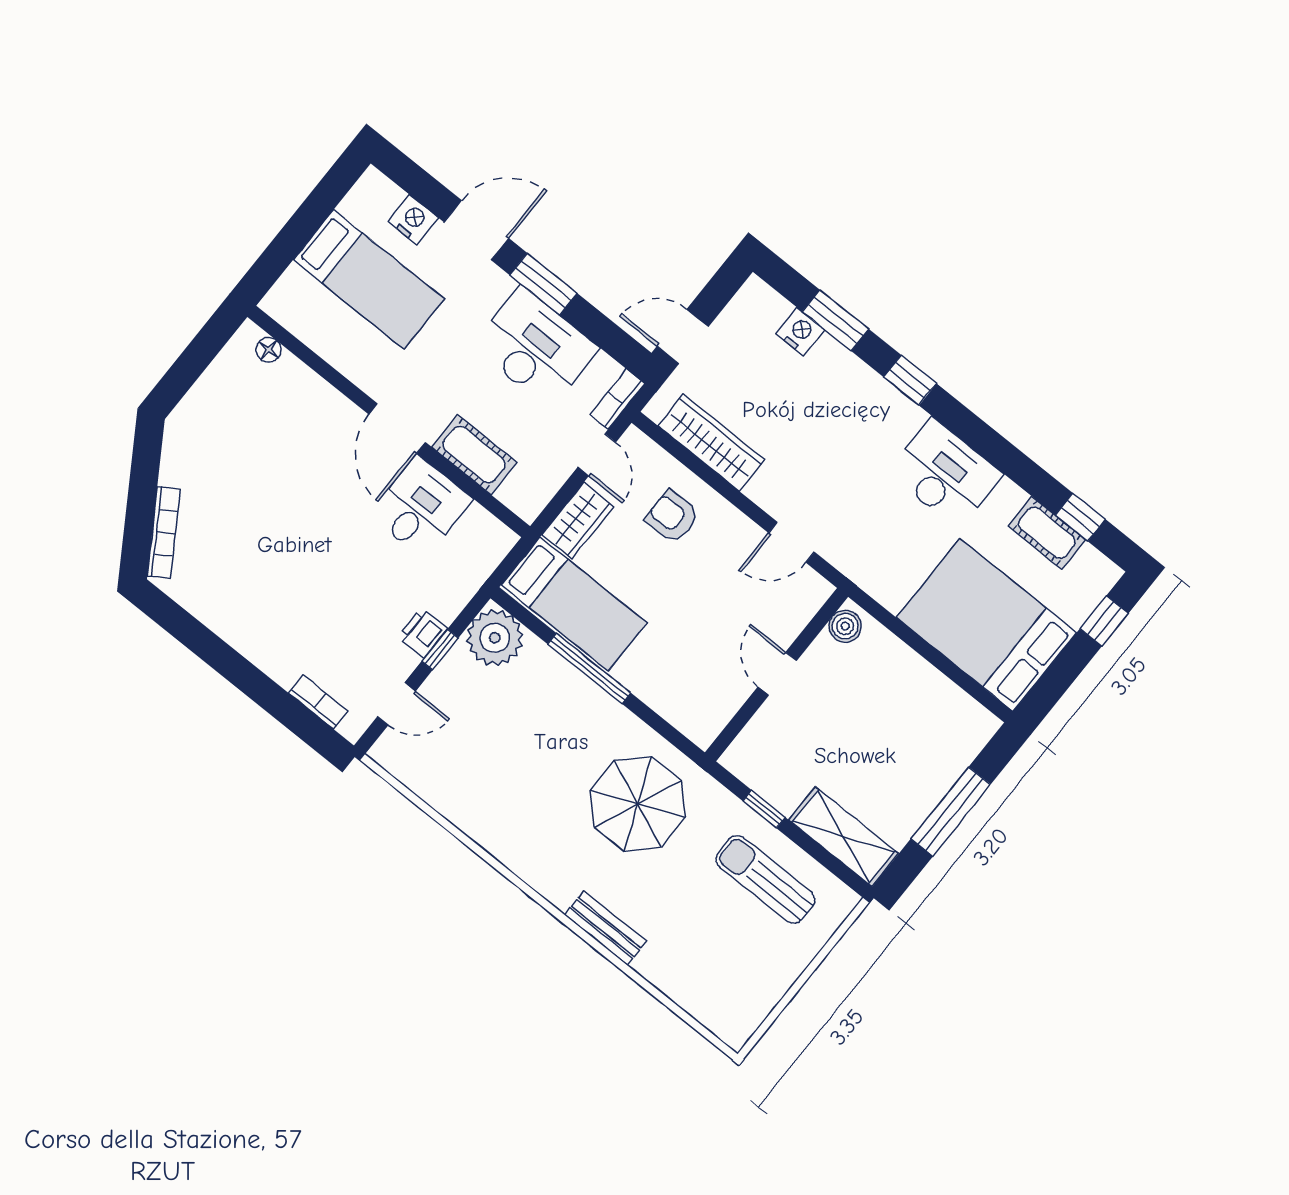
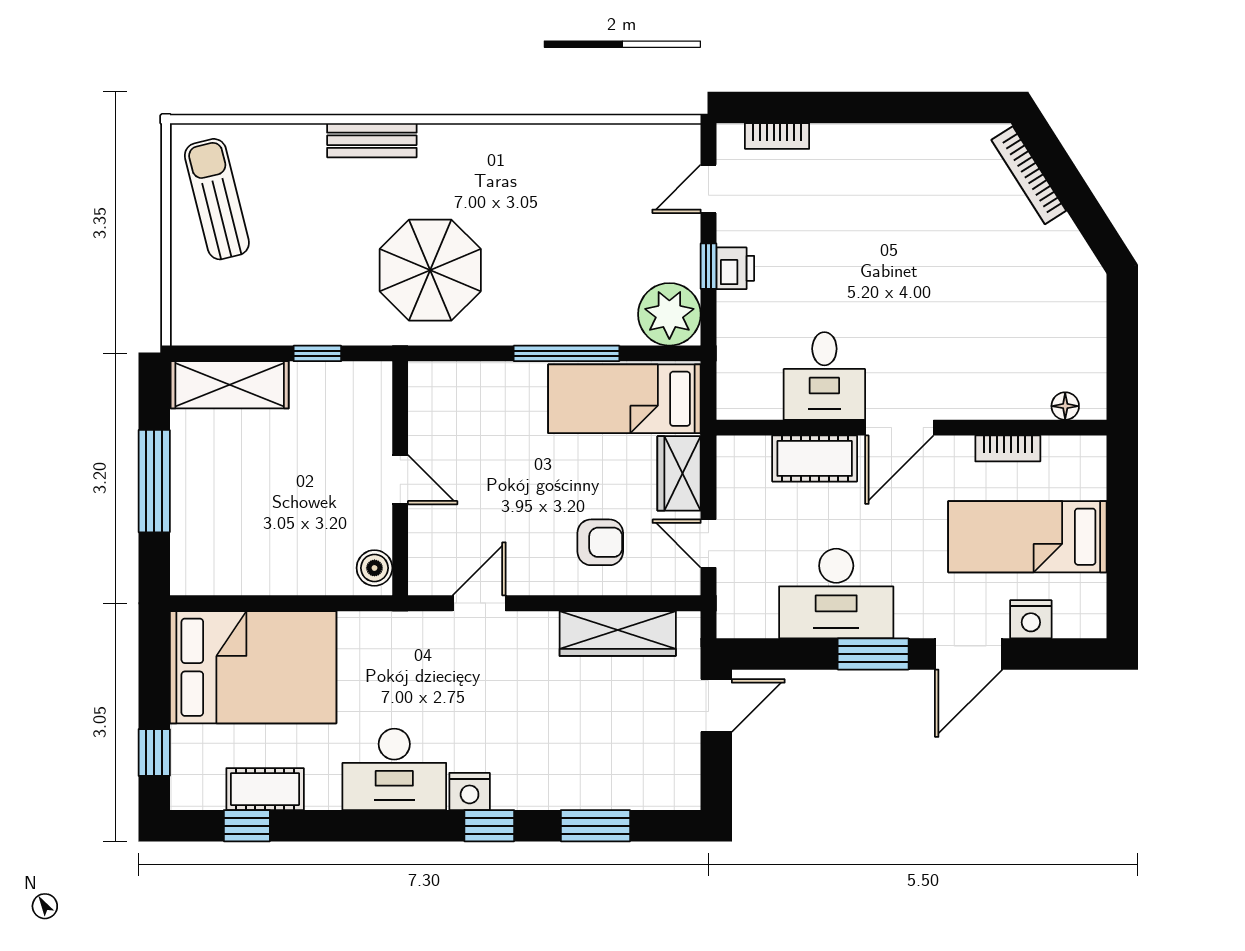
nightstand: (800, 332) -> (470, 791), moved
bookcase: (617, 399) -> (1008, 448), moved, turned 90
door: (397, 428) -> (899, 428), swing flipped
sun lounger: (765, 879) -> (217, 199), moved, turned -104

